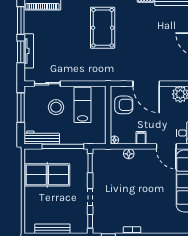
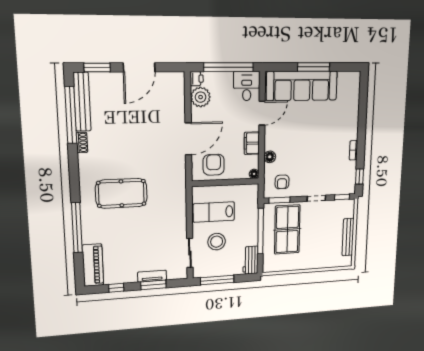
window: (21, 21) -> (116, 288), width x0.46
tv unit: (29, 51) -> (152, 276), width x0.71
workbench: (42, 138) -> (250, 260), width x0.73
filing cabinet: (141, 138) -> (252, 143), width x2.00
armchair: (106, 165) -> (282, 182), added
table tennis table: (47, 175) -> (287, 230), moved

